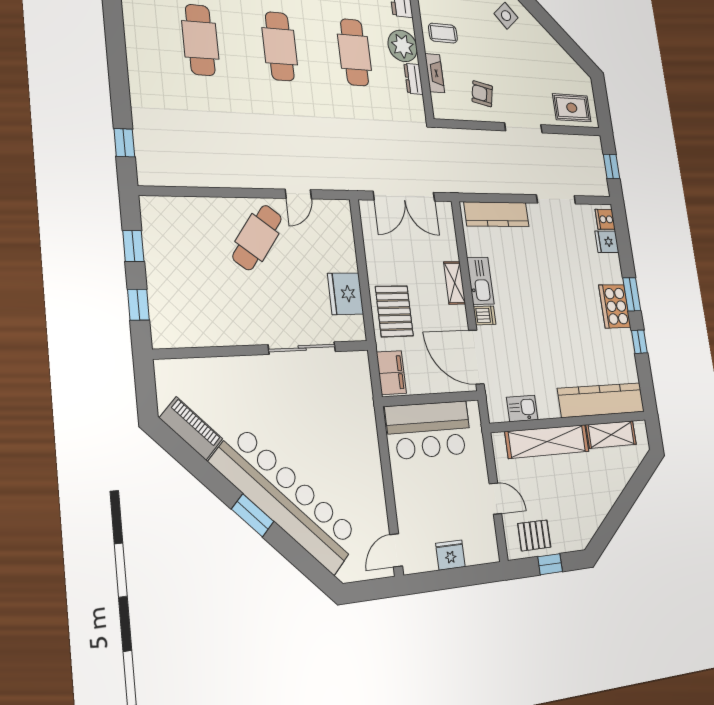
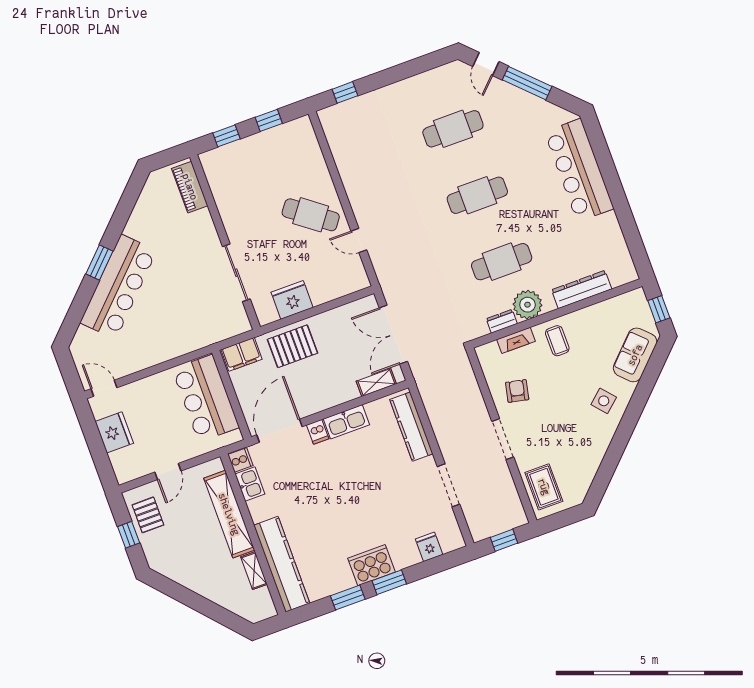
cooker: (605, 219) -> (240, 460), moved, turned 90
shelving: (455, 283) -> (376, 383), moved
window: (639, 342) -> (348, 597), width x1.50
piano: (191, 428) -> (190, 187), moved, turned 135
shelving: (611, 435) -> (254, 571), width x0.67, depth x0.75
bar counter: (286, 499) -> (118, 287), width x0.73
fridge: (450, 555) -> (114, 432), width x1.36, depth x1.34

